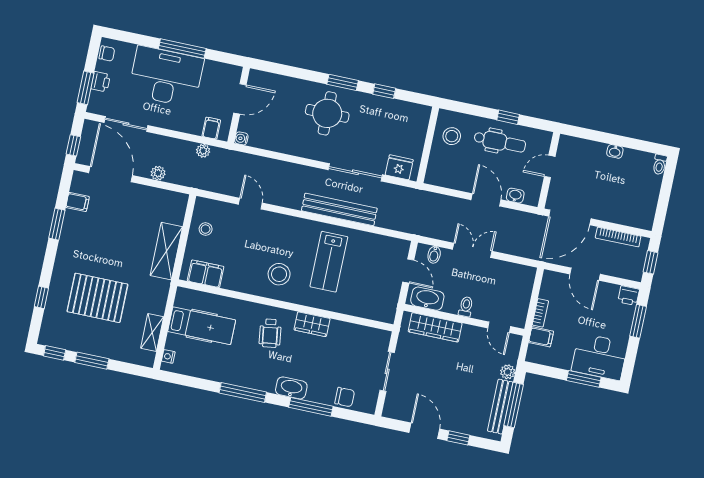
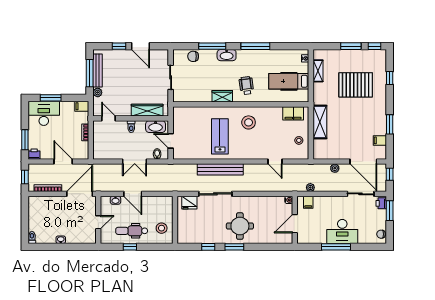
desk: (166, 77) -> (342, 231), width x0.73, depth x0.77
printer: (101, 82) -> (381, 203), moved
filing cabinet: (541, 337) -> (82, 106), moved

